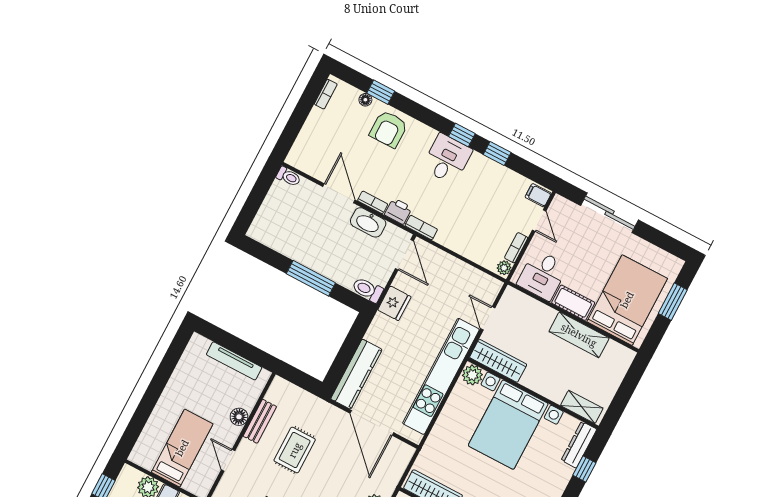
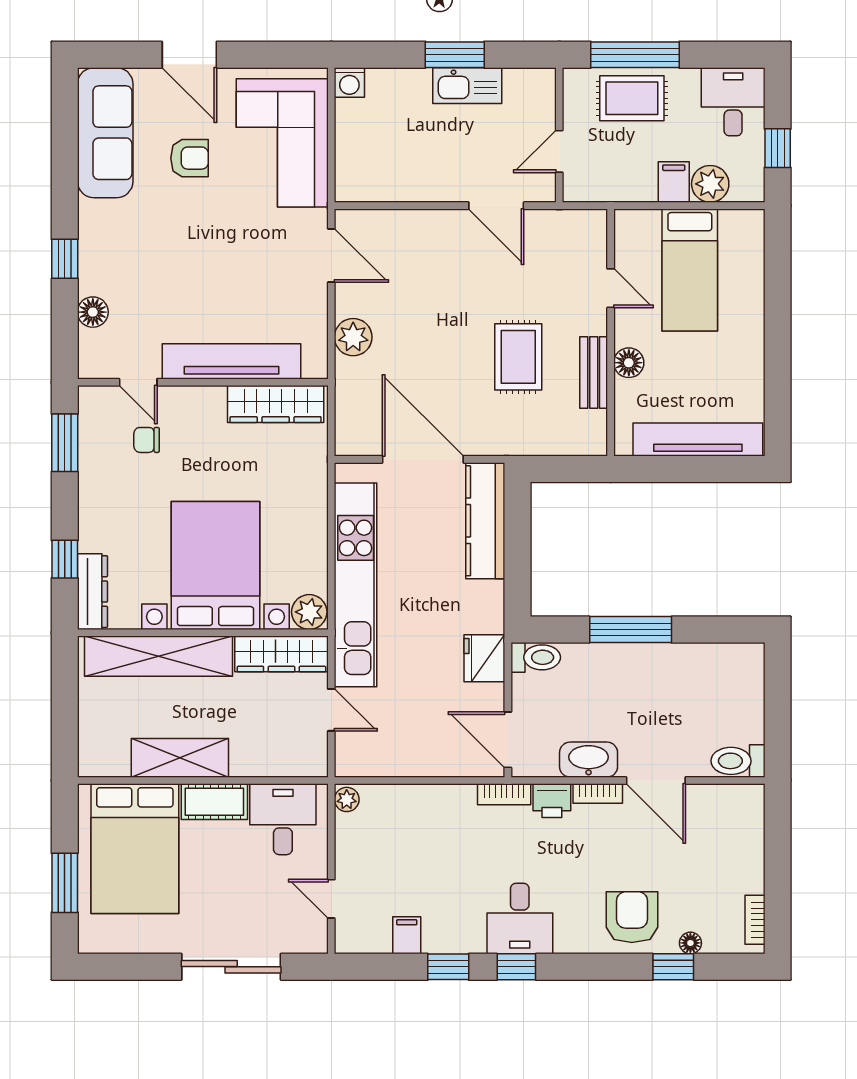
toilet: (289, 177) -> (738, 761), width x1.37, depth x1.39
filing cabinet: (538, 195) -> (407, 935), moved, turned -90
bookcase: (516, 248) -> (344, 839), removed
tv unit: (234, 361) -> (698, 440), width x1.36, depth x1.29
shelving: (582, 407) -> (159, 656), width x2.20, depth x1.33

